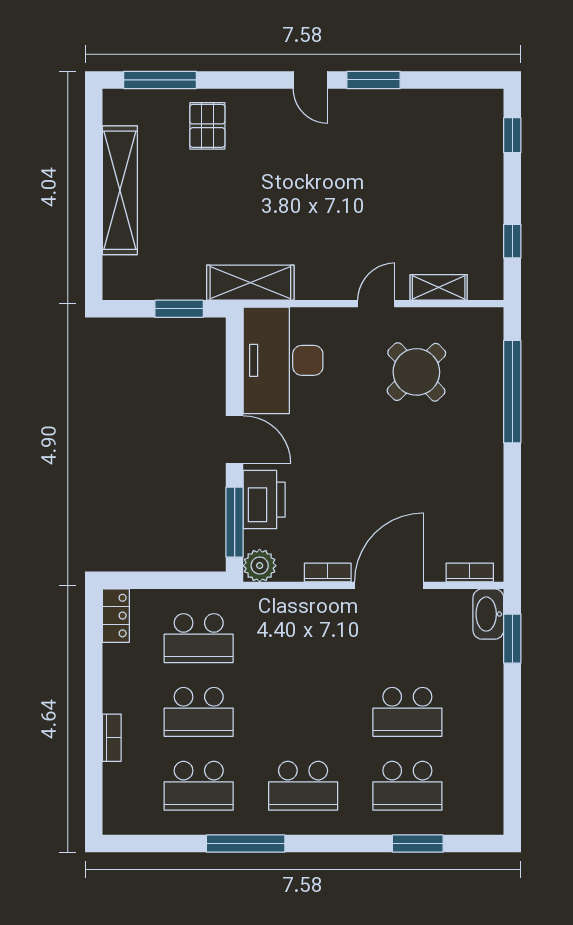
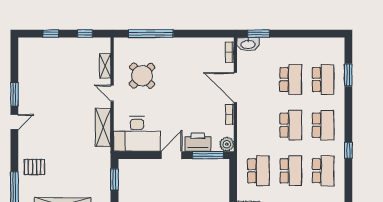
window: (512, 135) -> (51, 34), moved
shelving: (250, 283) -> (103, 127), moved
school desk: (303, 712) -> (291, 125), added
window: (246, 844) -> (348, 150), width x0.46

